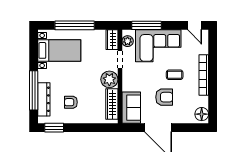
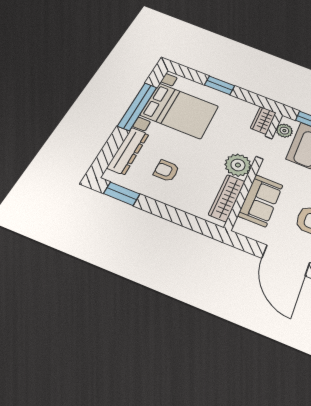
window: (75, 25) -> (220, 85), width x0.47
bed with nightstands: (59, 50) -> (180, 111), width x1.36
window: (34, 90) -> (137, 106), moved
sofa: (131, 108) -> (261, 200), moved

